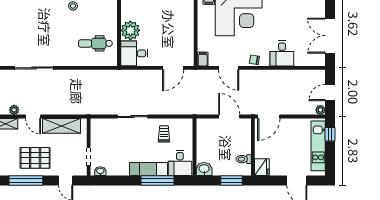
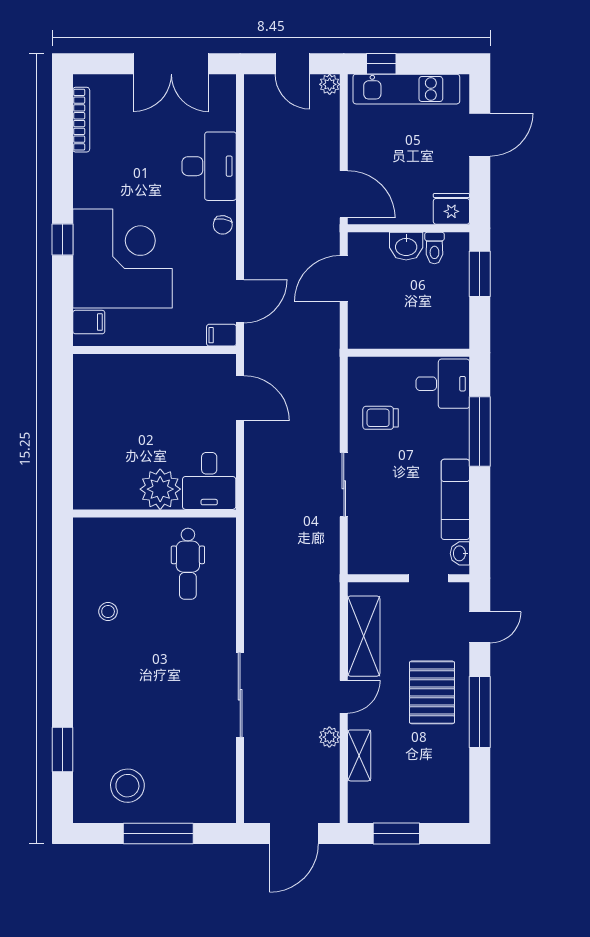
desk: (282, 53) -> (209, 166), width x1.37
door: (229, 68) -> (240, 301), moved
exam couch: (148, 169) -> (455, 499), moved
washbasin: (204, 169) -> (406, 246), moved, turned -90

